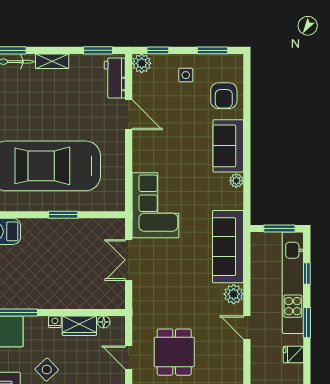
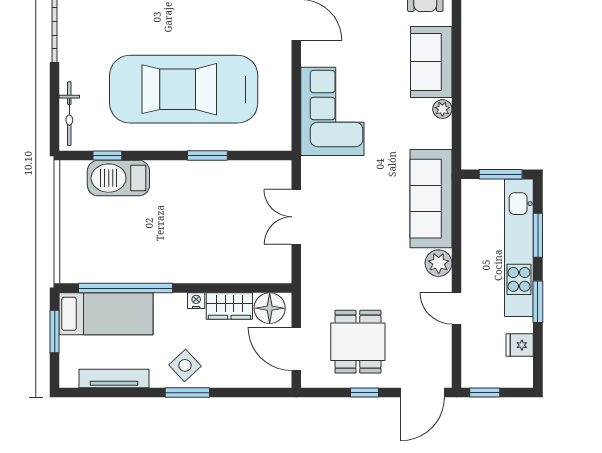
corner sofa: (155, 205) -> (332, 111), moved
window: (307, 274) -> (538, 235), width x1.50
floor lamp: (104, 322) -> (270, 308), width x1.89, depth x1.89
door: (129, 357) -> (296, 349), width x1.38

